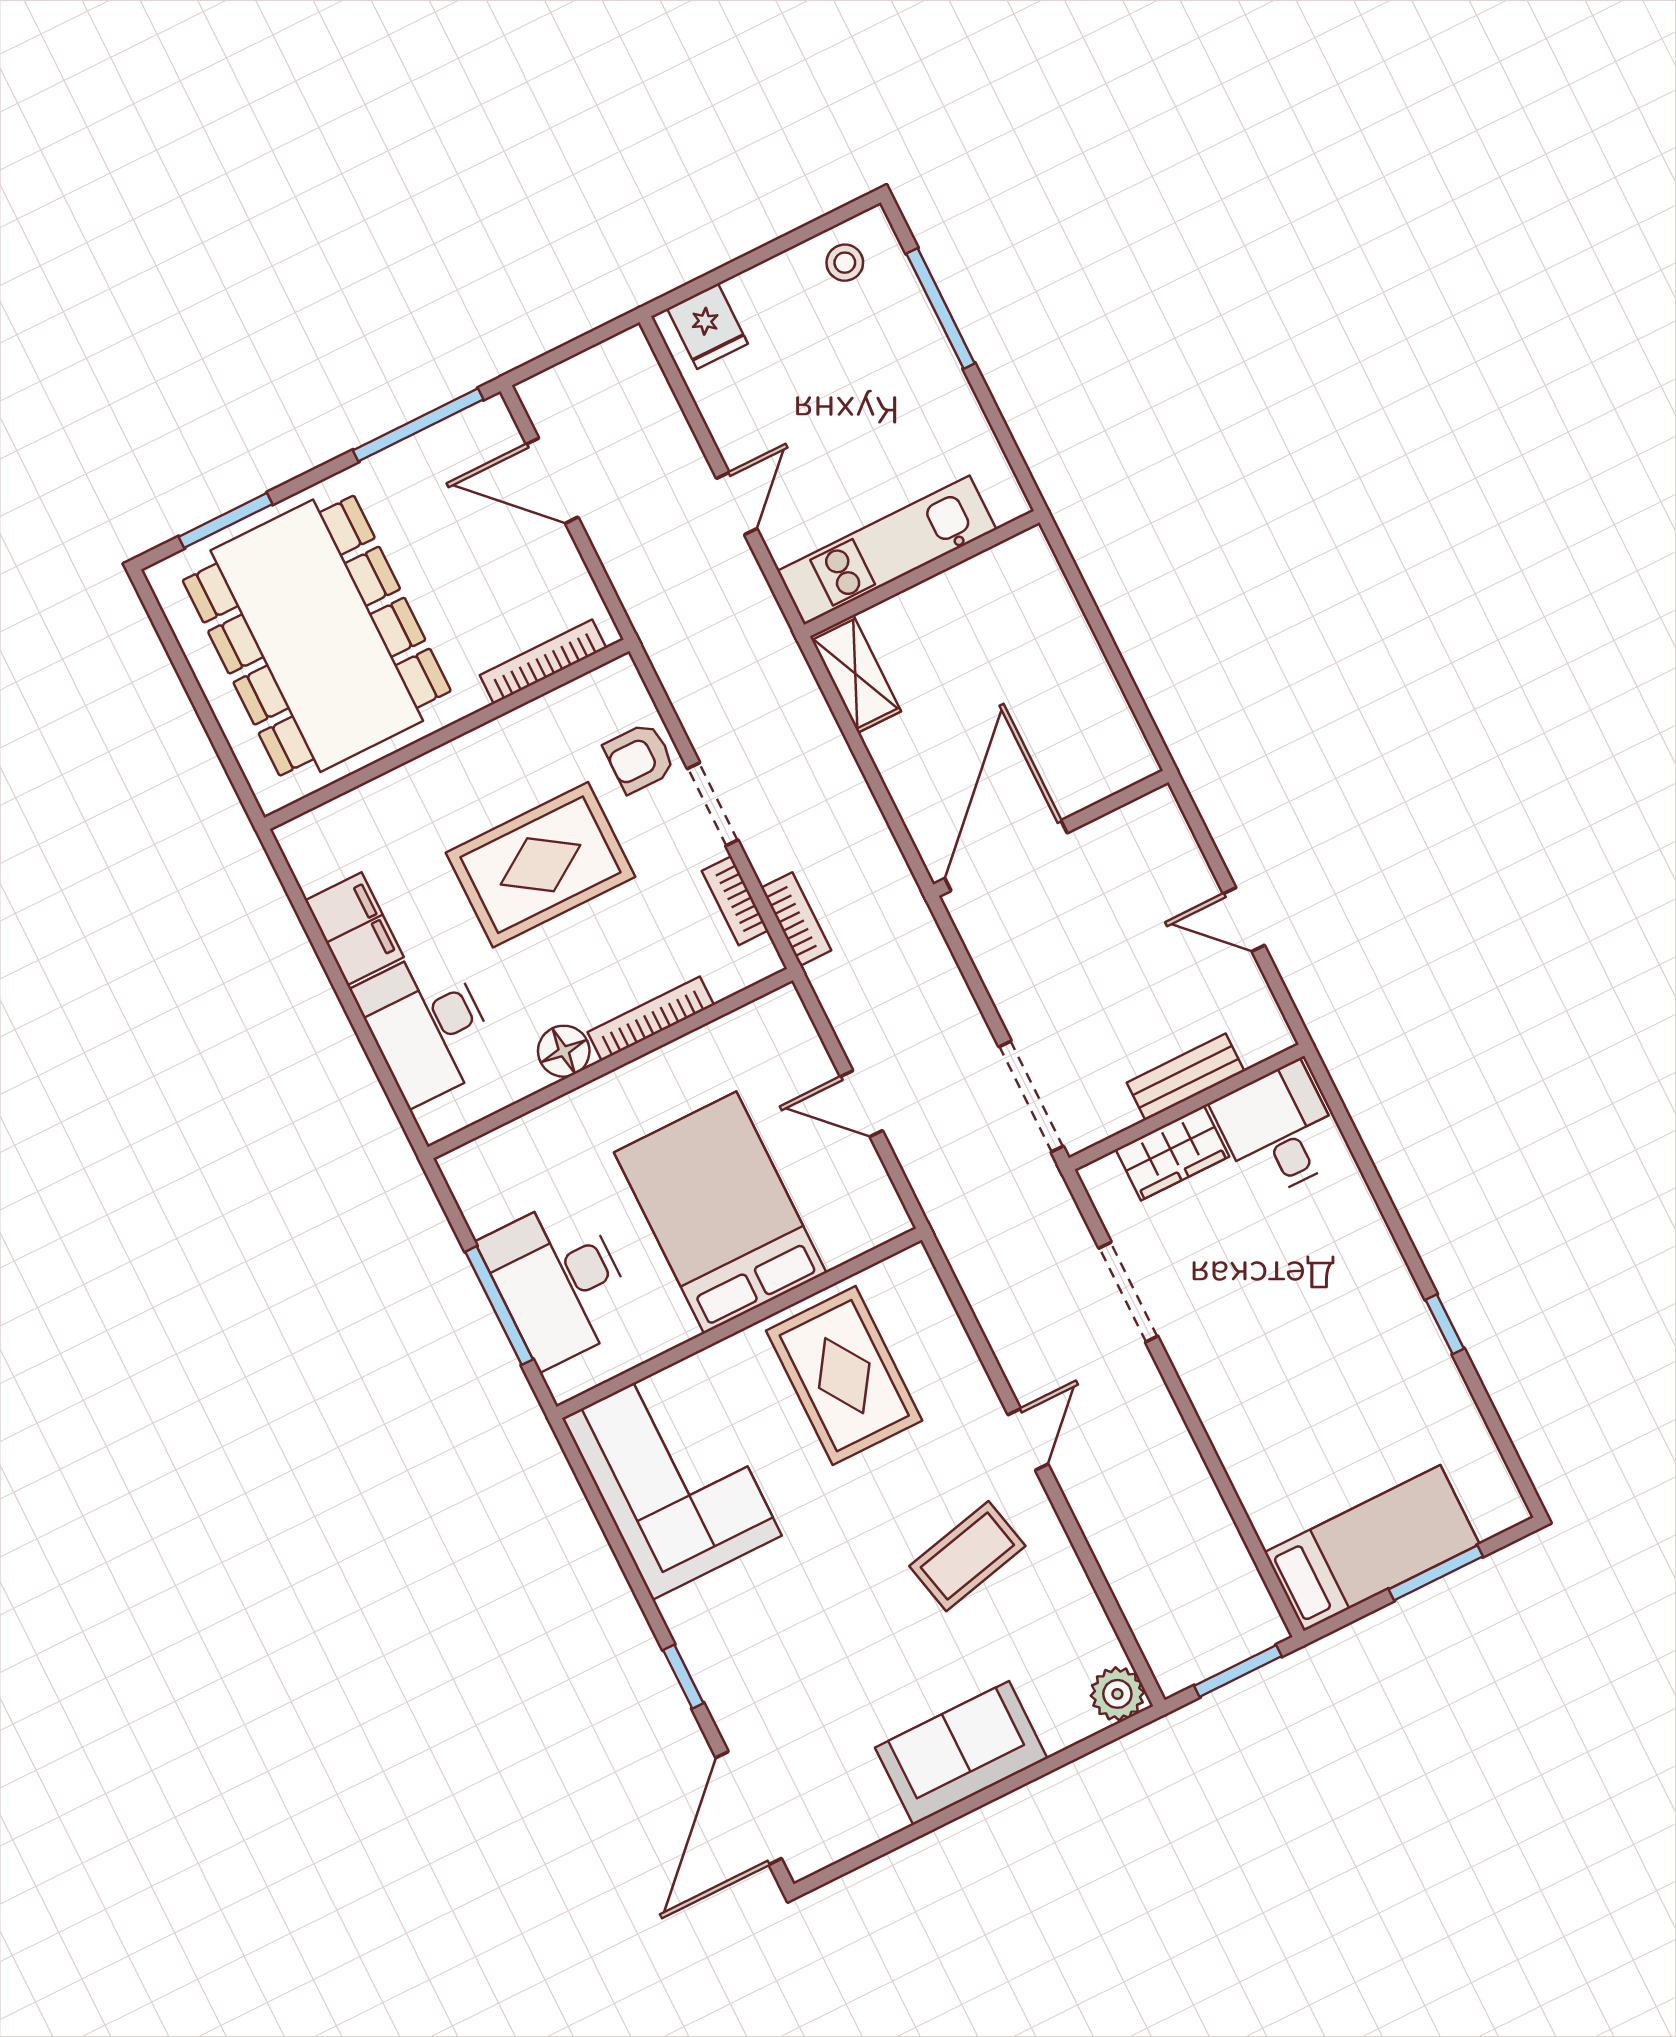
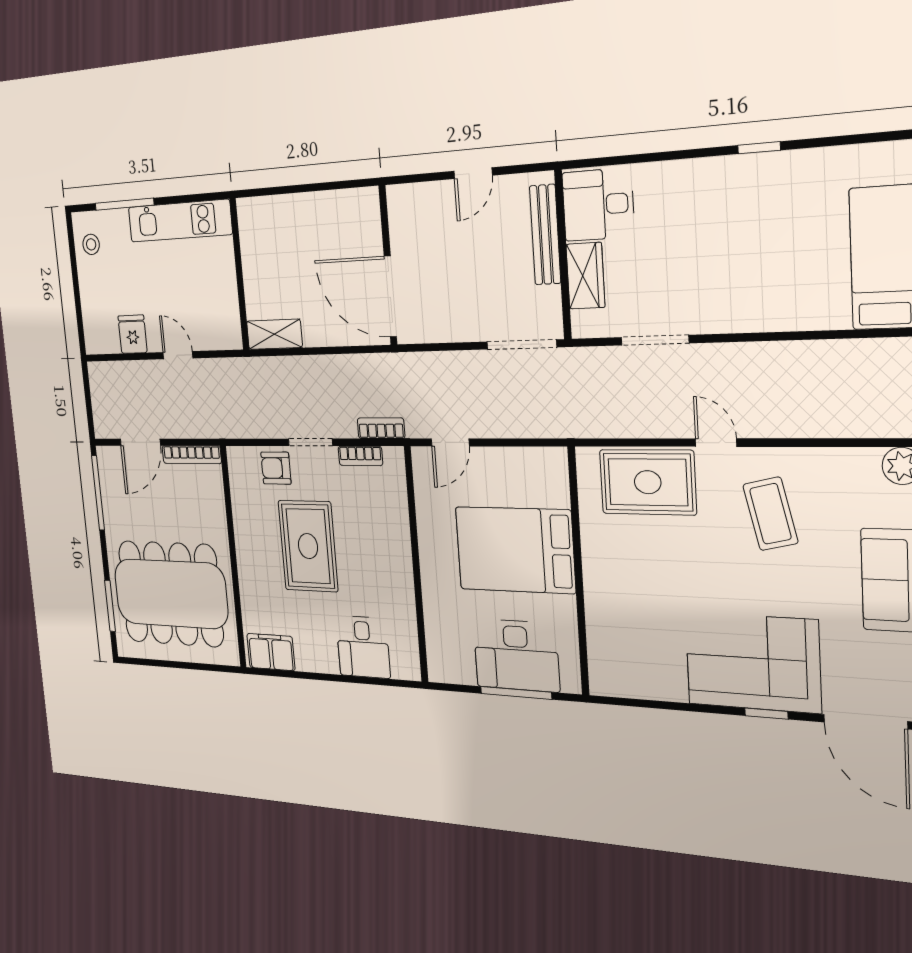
fridge: (707, 326) -> (133, 334), moved, turned -90
kitchen unit: (887, 550) -> (180, 221), moved, turned -90
bookcase: (543, 662) -> (192, 455), moved, turned -90
armchair: (639, 758) -> (276, 468), turned 90
filing cabinet: (354, 929) -> (271, 652), moved
bookcase: (651, 1019) -> (402, 532), removed
desk: (427, 1026) -> (363, 647), width x0.73
floor lamp: (564, 1051) -> (401, 586), removed
bench: (1186, 1077) -> (545, 235), width x1.36
door: (861, 1104) -> (450, 442), moved
rug: (844, 1376) -> (648, 482), moved
corner sofa: (672, 1477) -> (752, 662), moved

